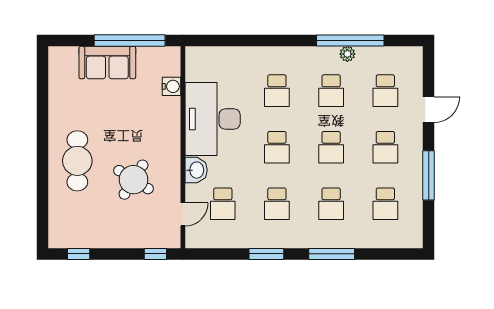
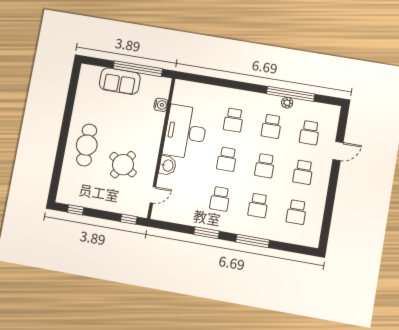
window: (429, 175) -> (331, 197), removed
school desk: (223, 204) -> (182, 192), removed

